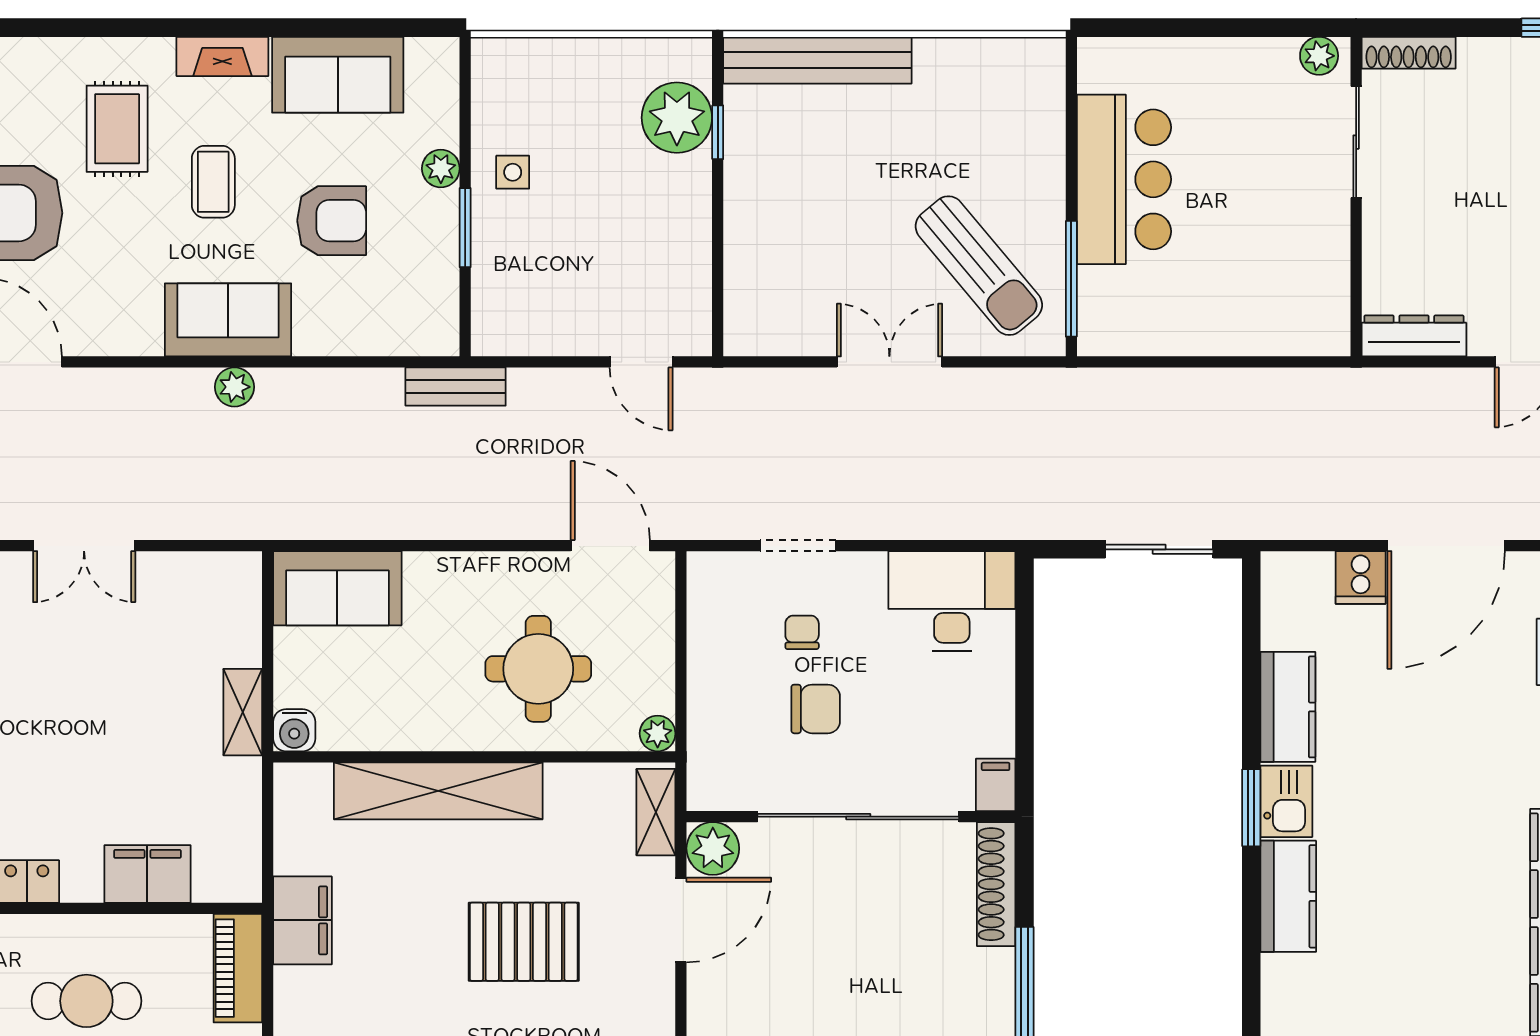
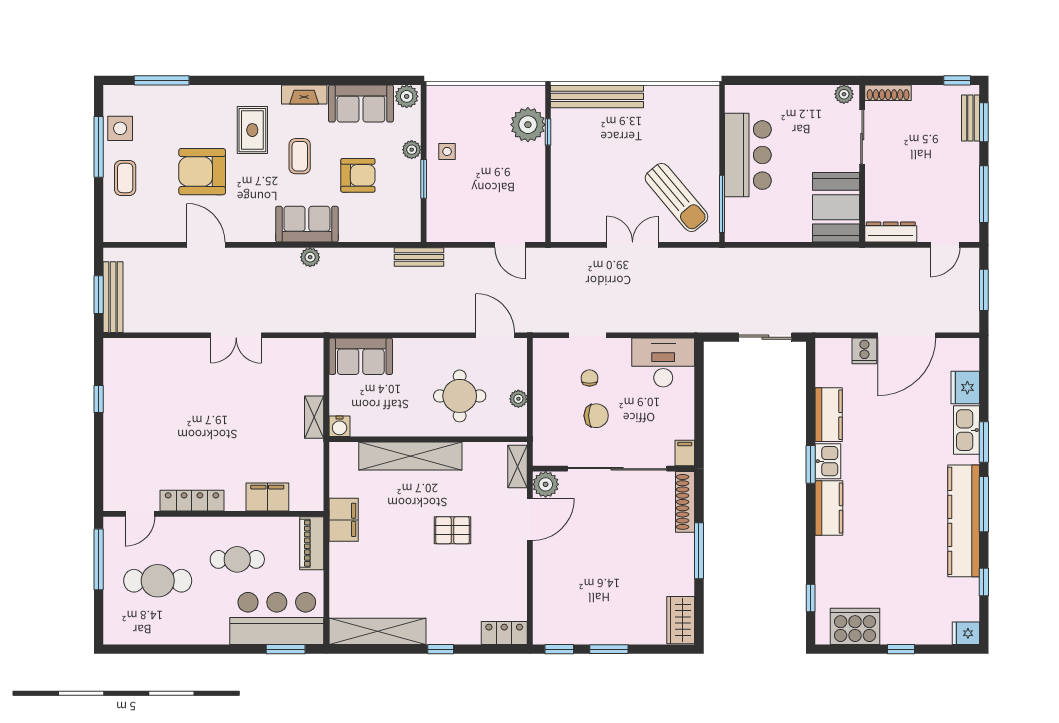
plant: (431, 60) -> (407, 96), added
booth: (1303, 285) -> (836, 207), added
plant: (658, 733) -> (518, 399), moved
pallet: (524, 942) -> (453, 530), width x0.67, depth x0.71

